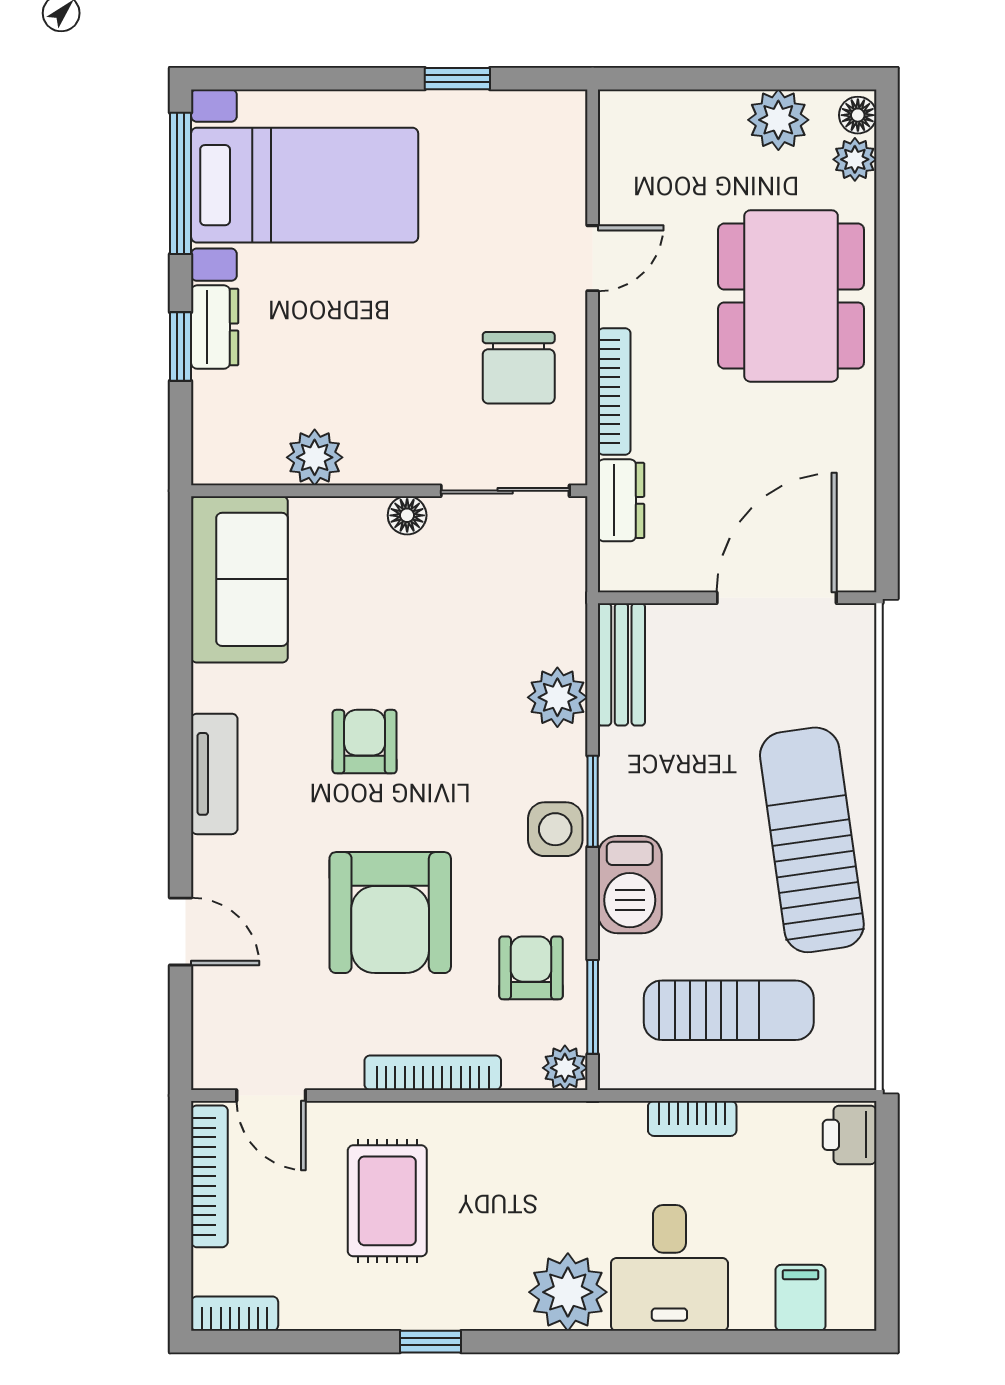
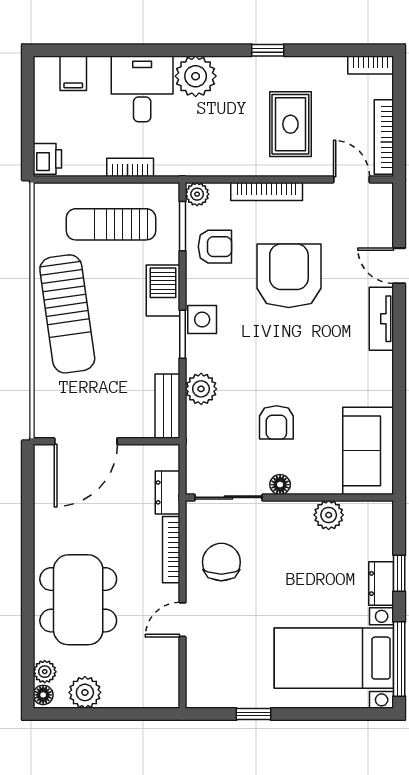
armchair: (365, 742) -> (276, 422), moved
tv unit: (214, 774) -> (381, 319), moved
armchair: (531, 968) -> (215, 247), turned -90

